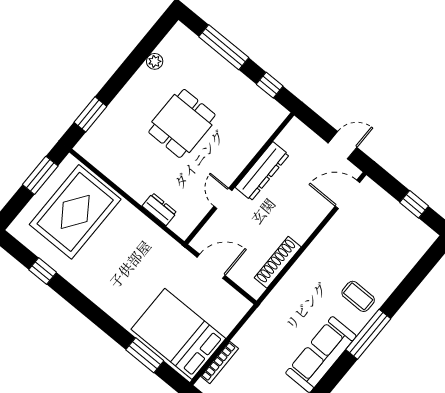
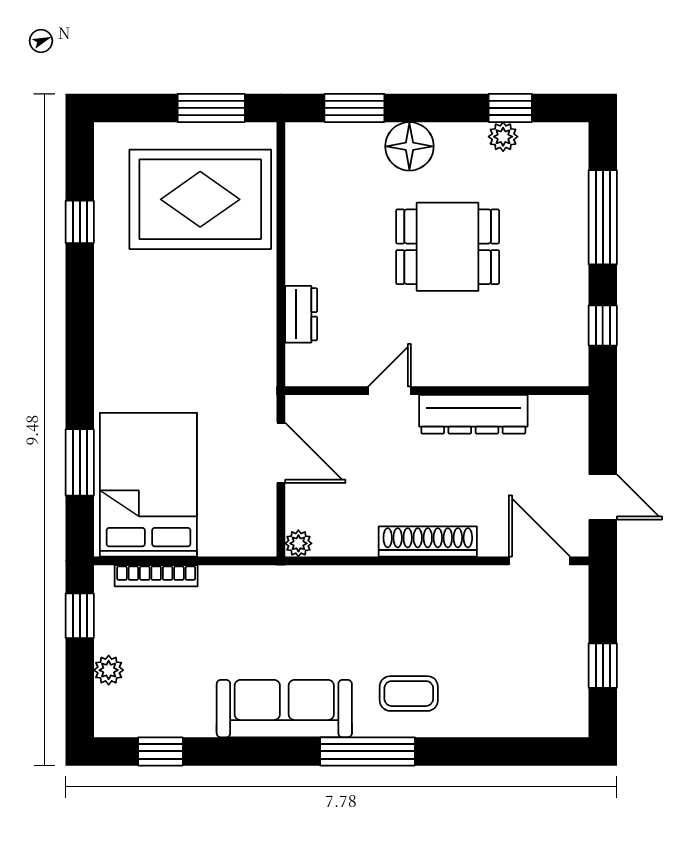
window: (145, 48) -> (510, 108), added
floor lamp: (126, 104) -> (409, 146), added
shoe rack: (278, 262) -> (428, 541), moved
plant: (256, 291) -> (298, 543), added
coffee table: (358, 296) -> (409, 694), turned 90

